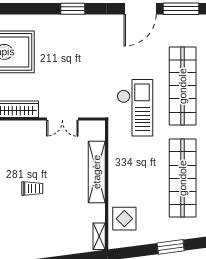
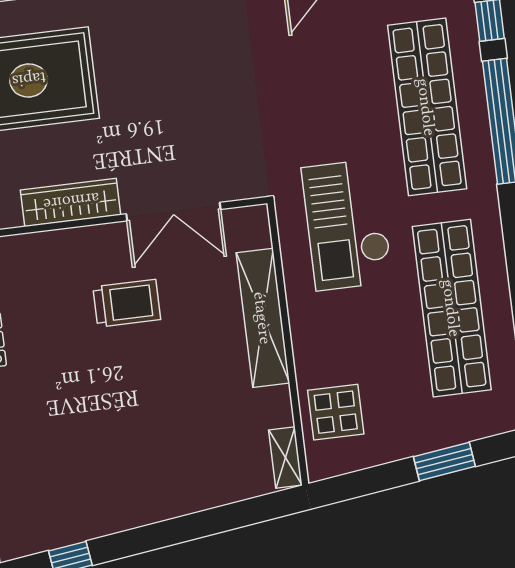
checkout: (135, 108) -> (347, 225), moved, turned 180
double door: (62, 119) -> (173, 212), width x1.37
trolley: (32, 188) -> (127, 303), moved, width x1.36, depth x1.39

